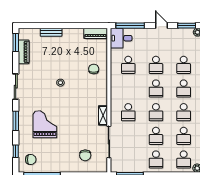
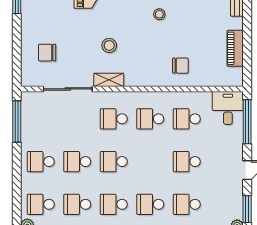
piano: (96, 33) -> (235, 48), moved
school desk: (156, 89) -> (150, 119), moved
stool: (81, 115) -> (109, 45), added

